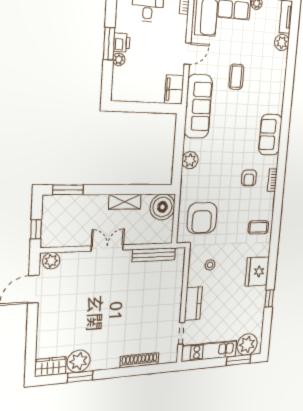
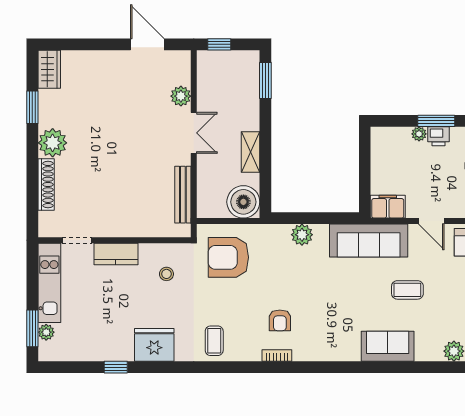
sofa: (270, 135) -> (388, 346), moved
armchair: (249, 178) -> (280, 320), turned -90
plant: (51, 261) -> (181, 96), moved
plant: (247, 345) -> (46, 332), width x0.53, depth x0.53
plant: (79, 361) -> (53, 143), moved

